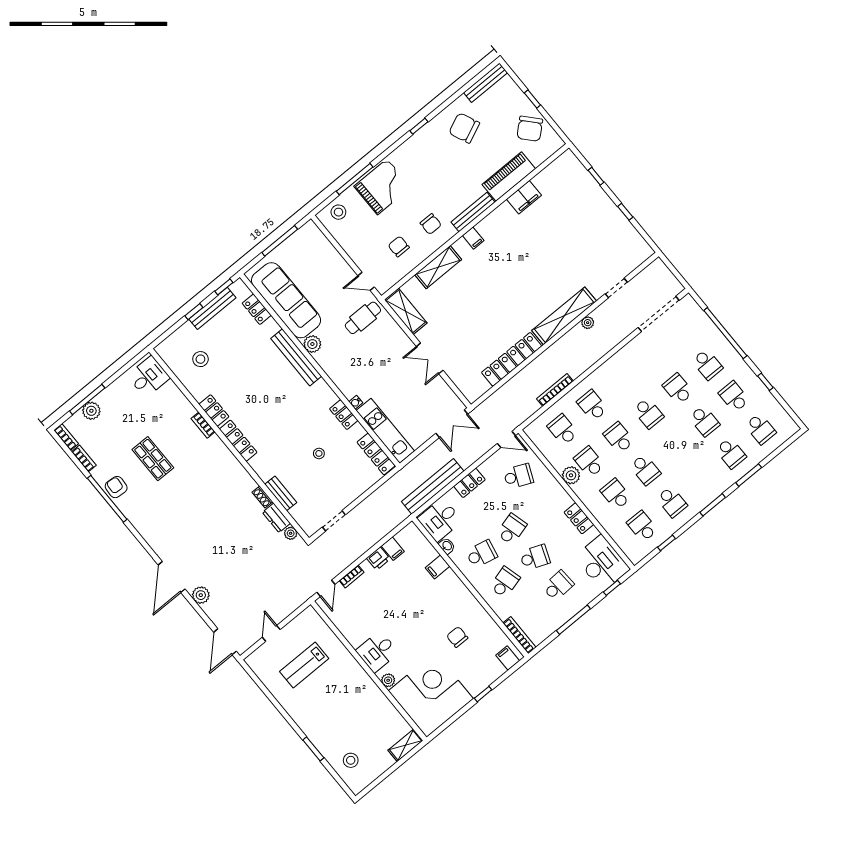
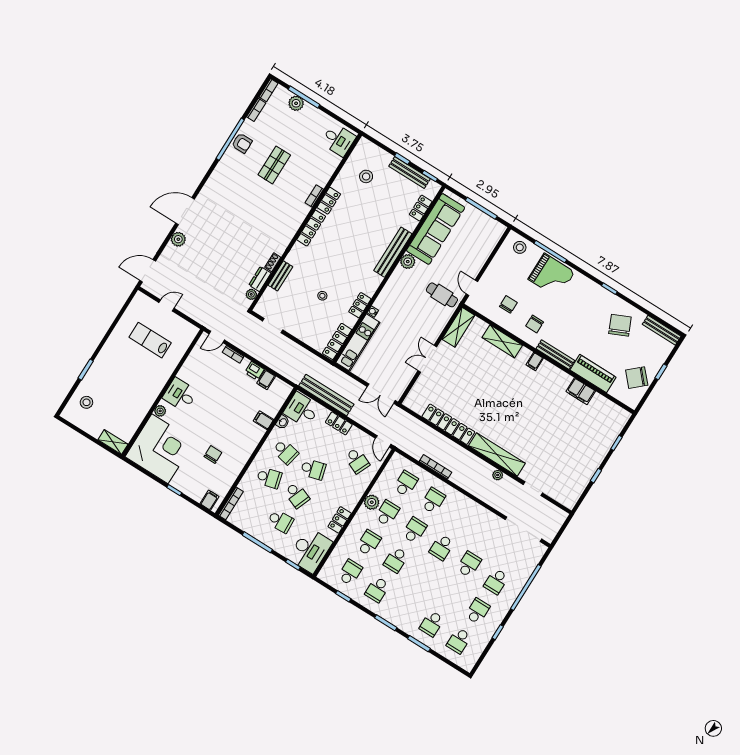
school desk: (704, 421) -> (450, 594), removed
armchair: (116, 487) -> (242, 143), turned 86

